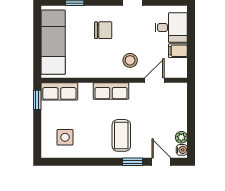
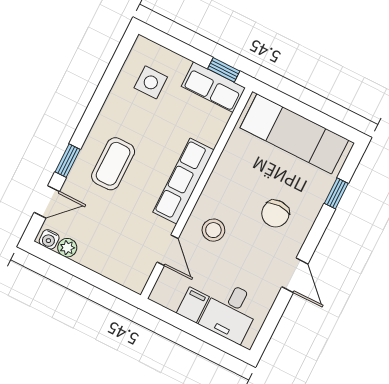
row of seats: (59, 91) -> (213, 87), moved, turned -90
row of seats: (111, 91) -> (183, 181), width x1.48
coffee table: (121, 135) -> (113, 164), turned 90

